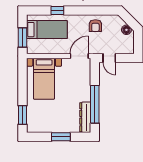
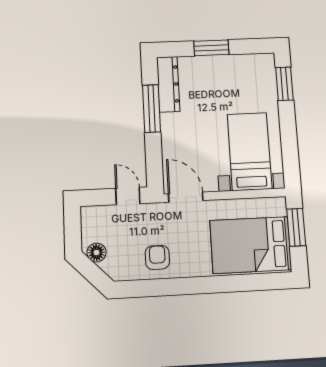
window: (57, 11) -> (233, 283), removed
bed: (47, 30) -> (251, 245), width x1.50
door: (79, 56) -> (186, 197), swing flipped
window: (95, 104) -> (151, 108), width x0.68

